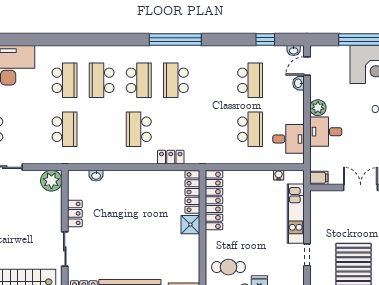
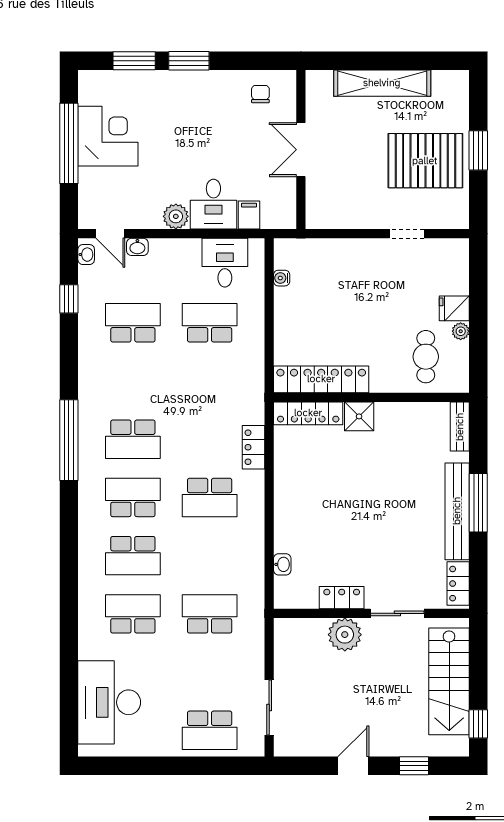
filing cabinet: (319, 178) -> (249, 215), moved
plant: (51, 181) -> (345, 635), moved
kitchen unit: (296, 214) -> (342, 251), removed

